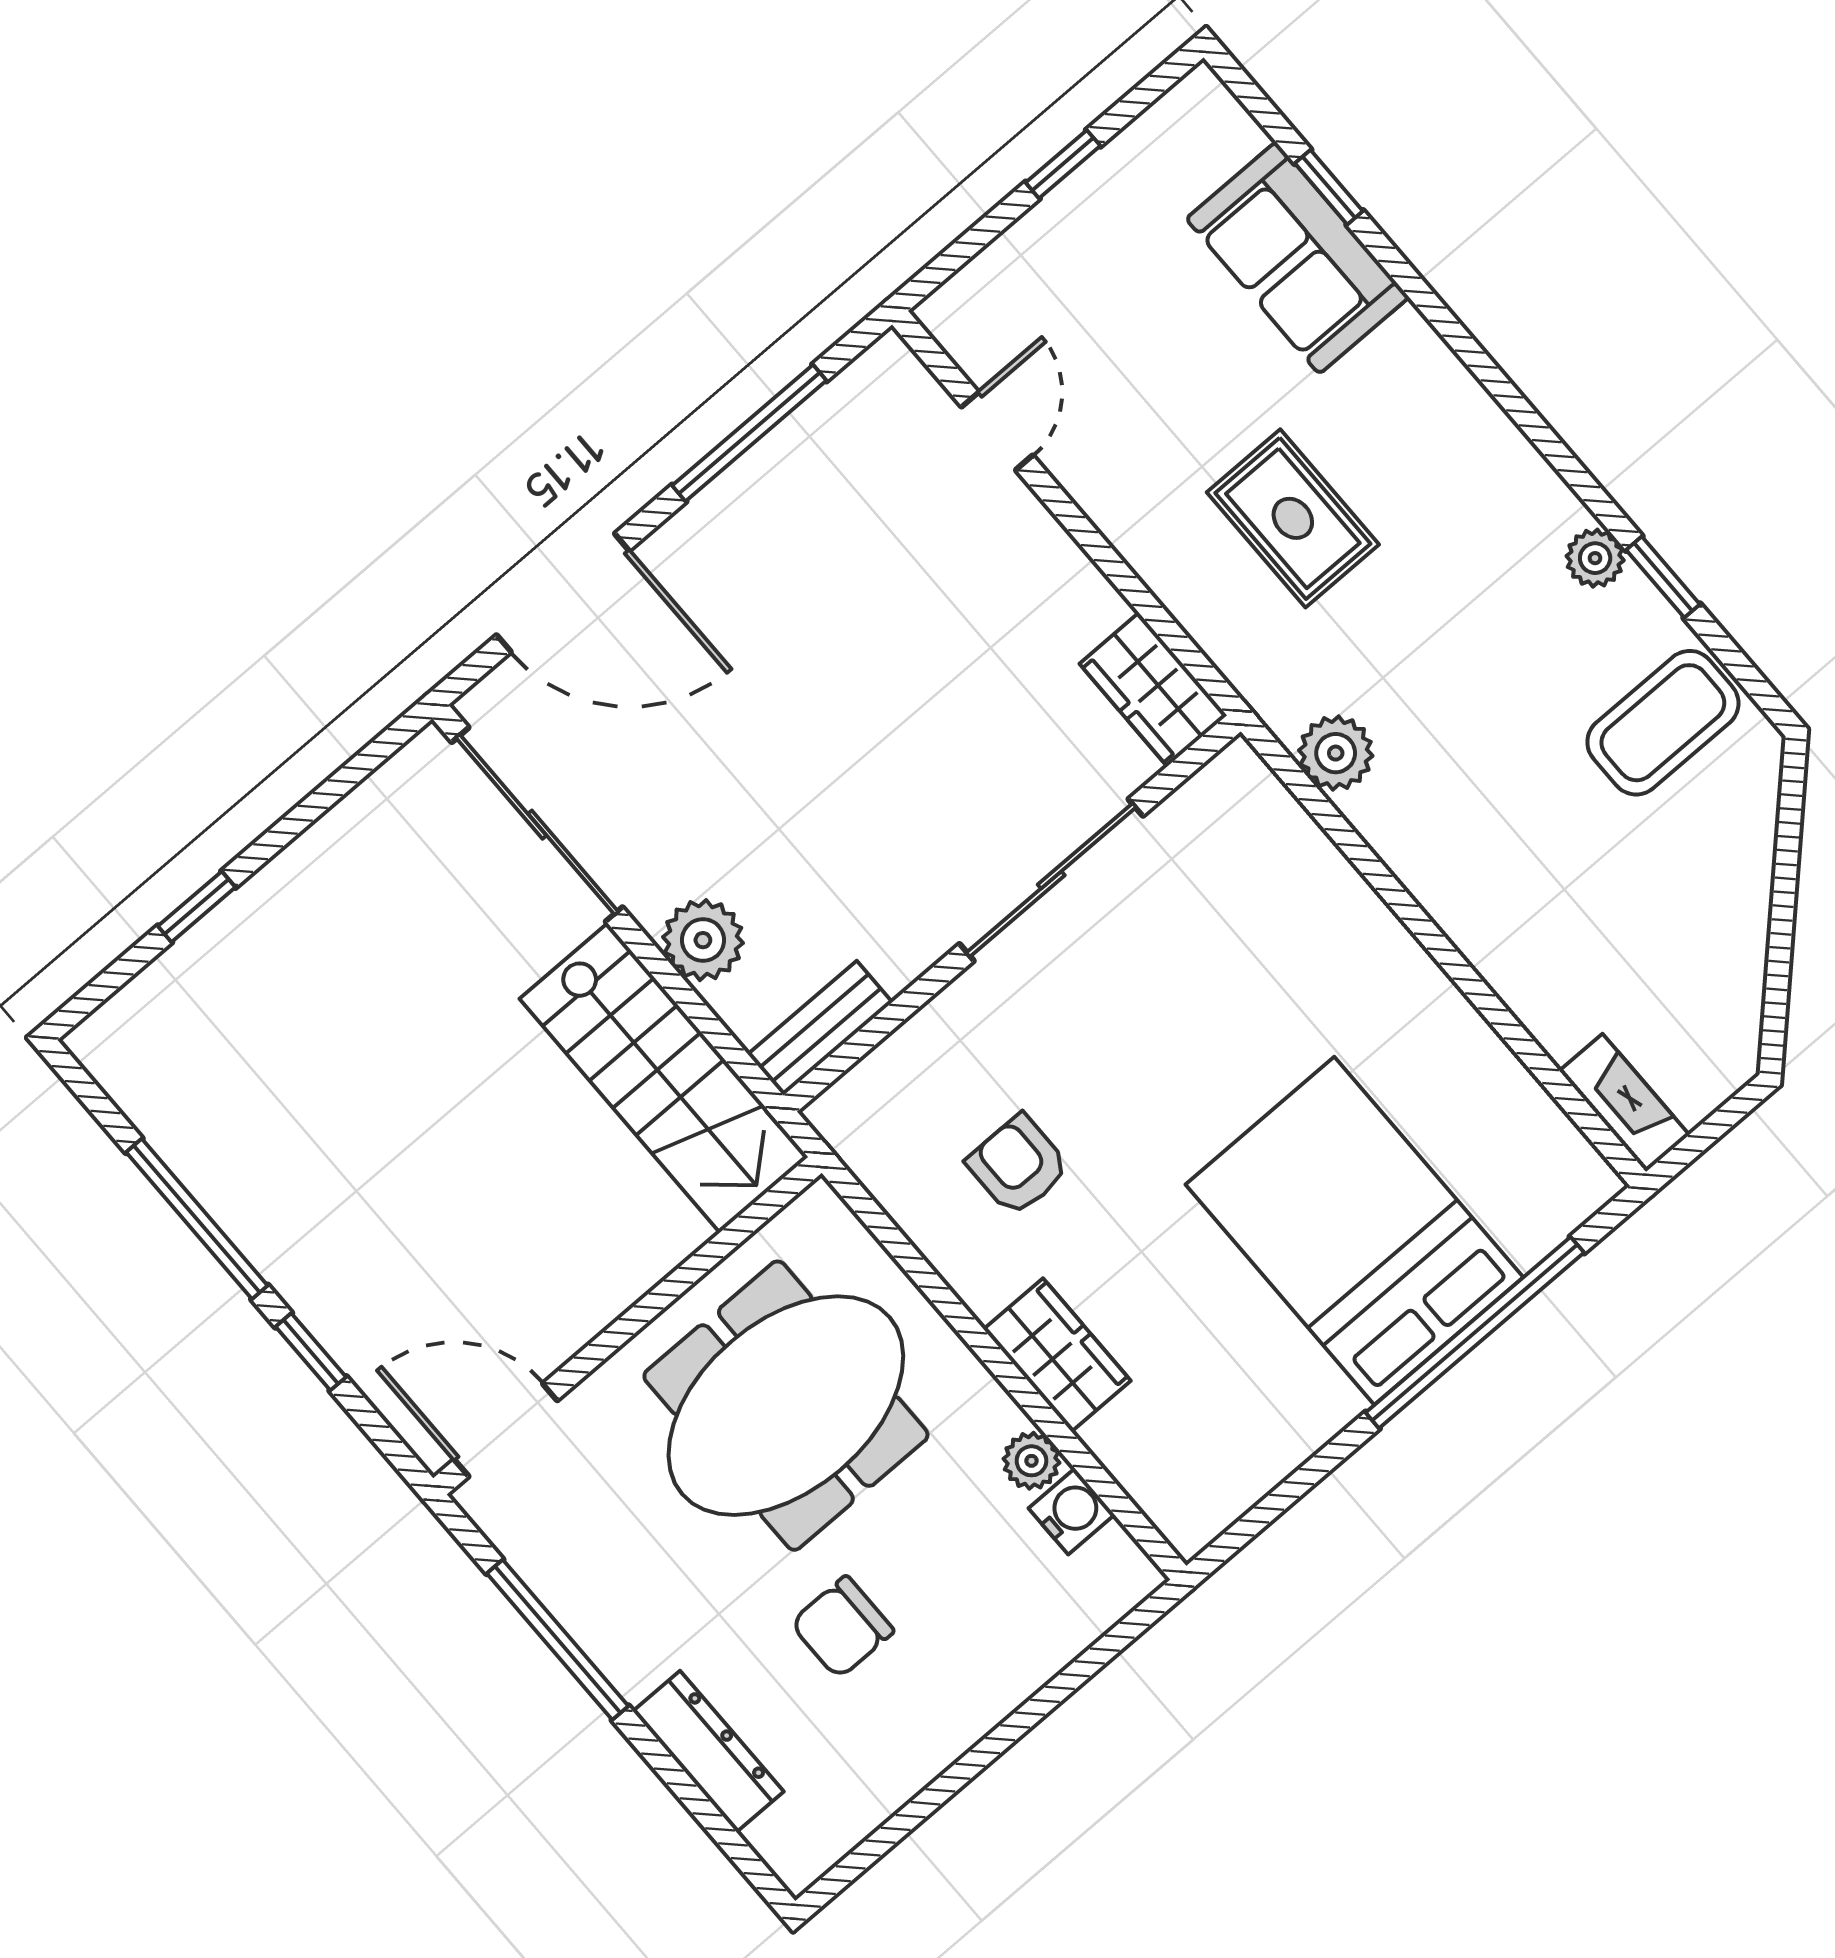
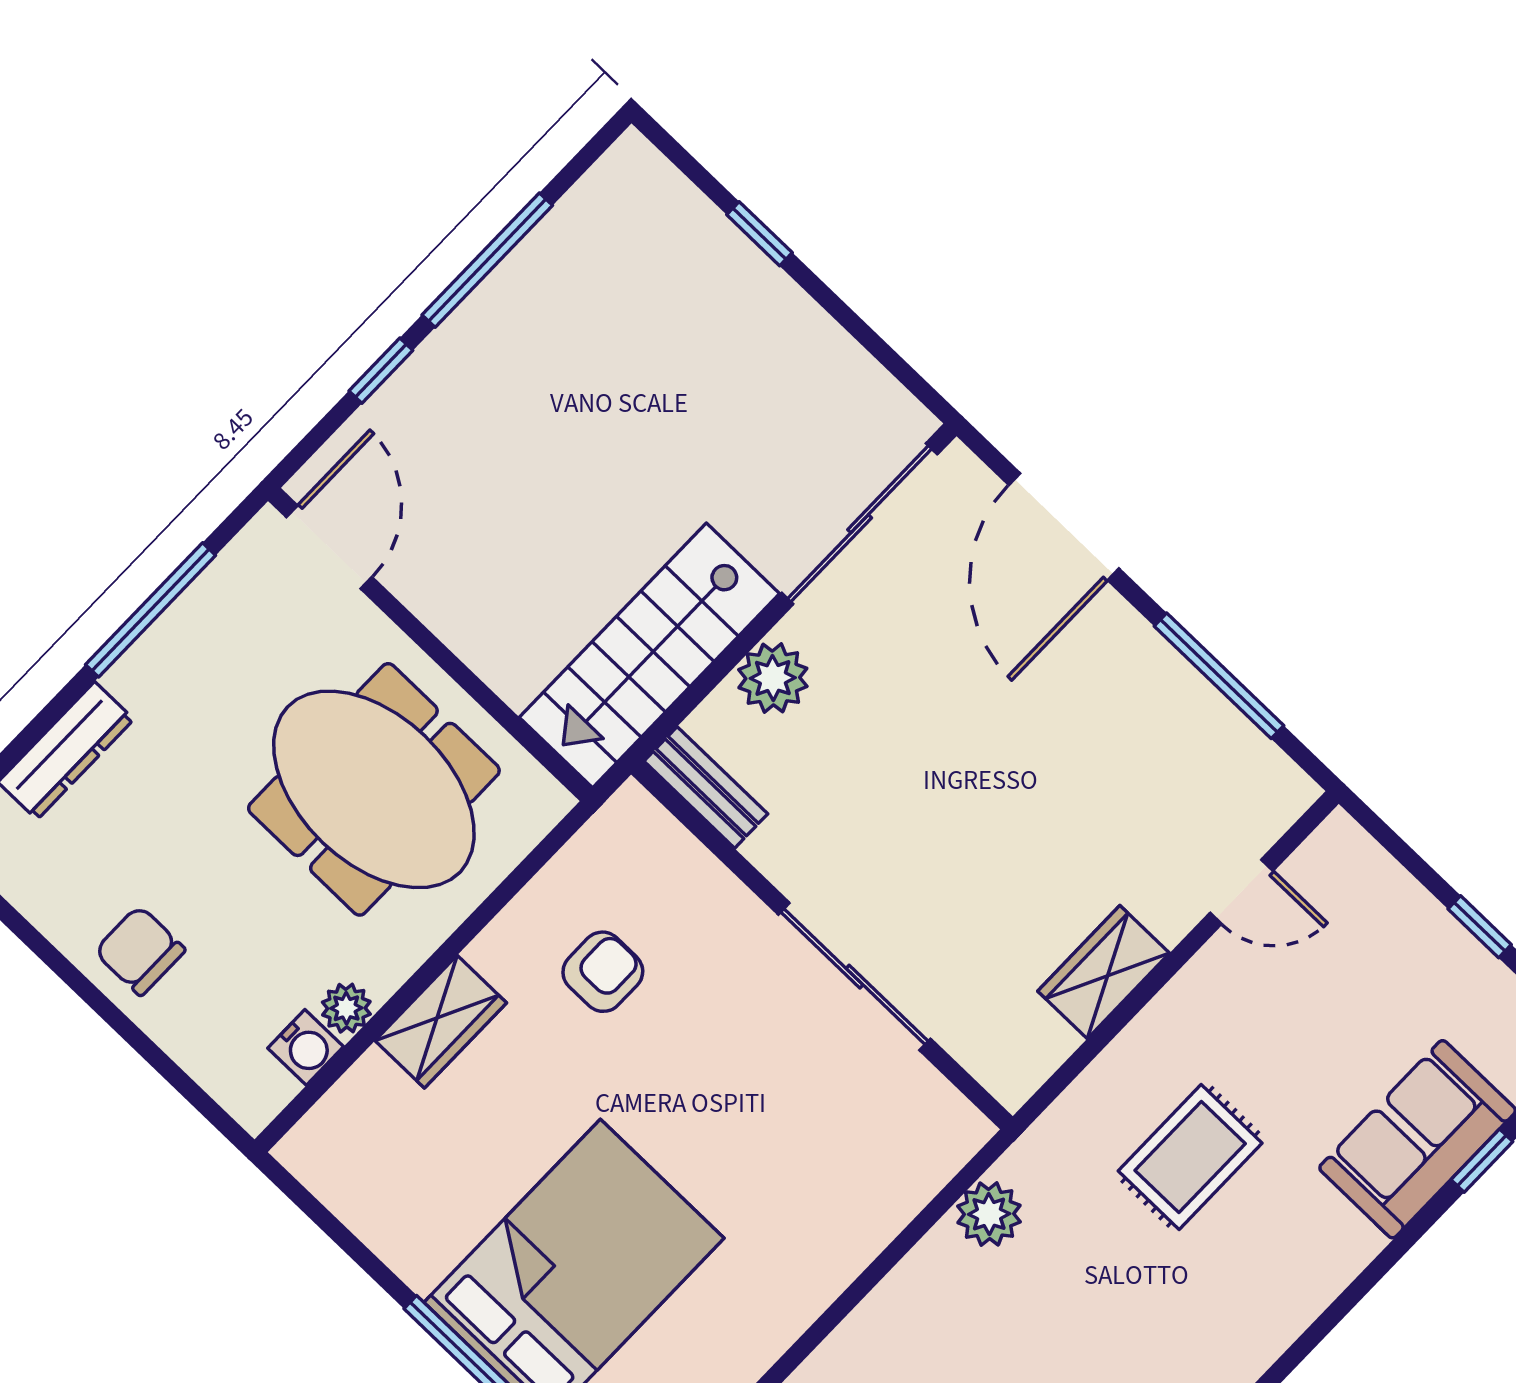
wardrobe: (1153, 690) -> (1104, 972), moved
chair: (842, 1627) -> (140, 951), moved

